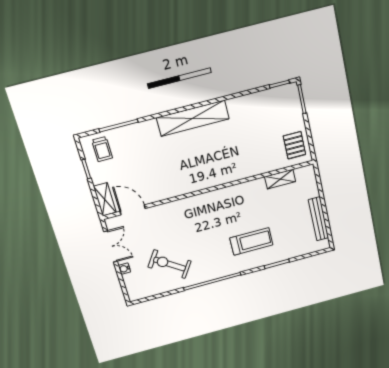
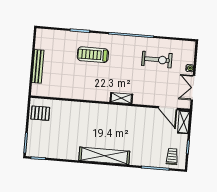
pallet: (294, 145) -> (40, 113), turned 90
shelving: (280, 179) -> (121, 98), moved
bench: (319, 219) -> (38, 66), moved
exercise bike: (170, 264) -> (157, 60), turned -34

